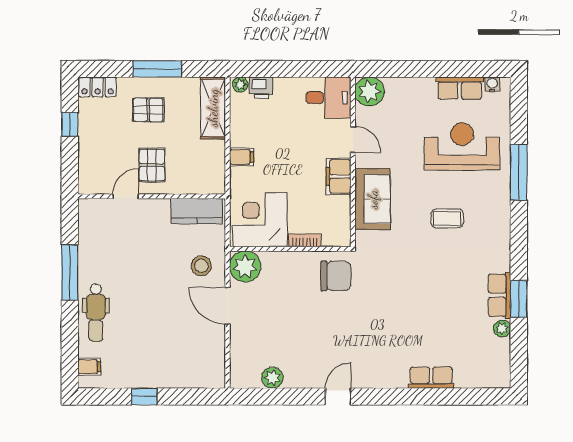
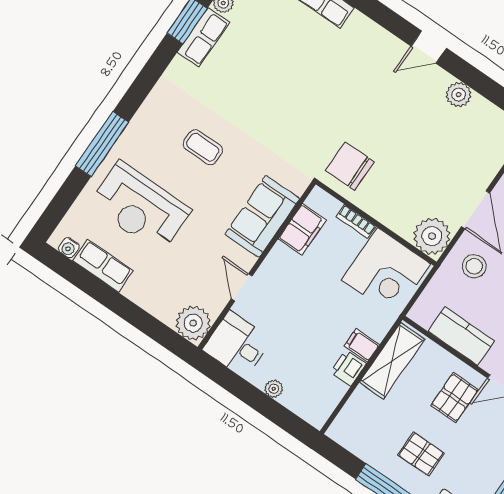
plant: (240, 85) -> (274, 389), moved
printer: (261, 88) -> (348, 368), moved, turned -90
shelving: (213, 108) -> (392, 361), moved
filing cabinet: (339, 176) -> (302, 229), moved
kitchen counter: (197, 211) -> (461, 336), moved
plant: (272, 378) -> (459, 95), moved

